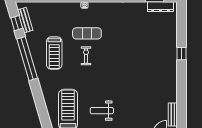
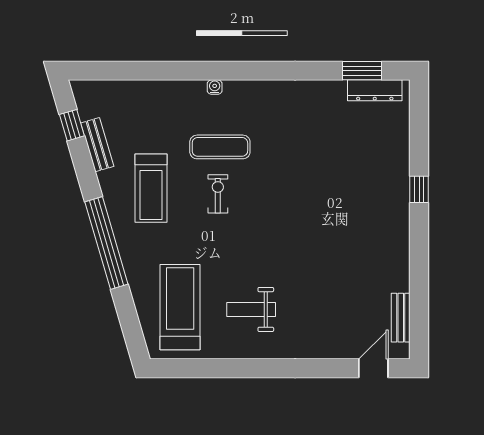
bench: (25, 20) -> (97, 145), moved
window: (27, 59) -> (106, 243), moved

